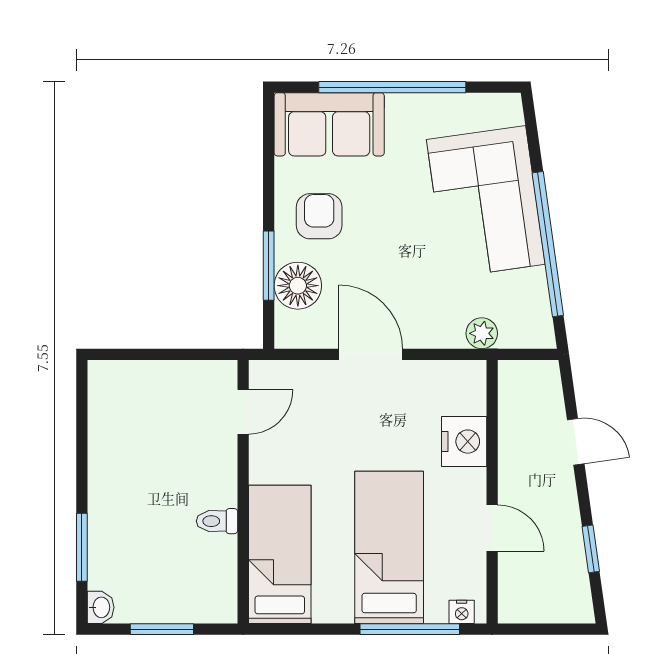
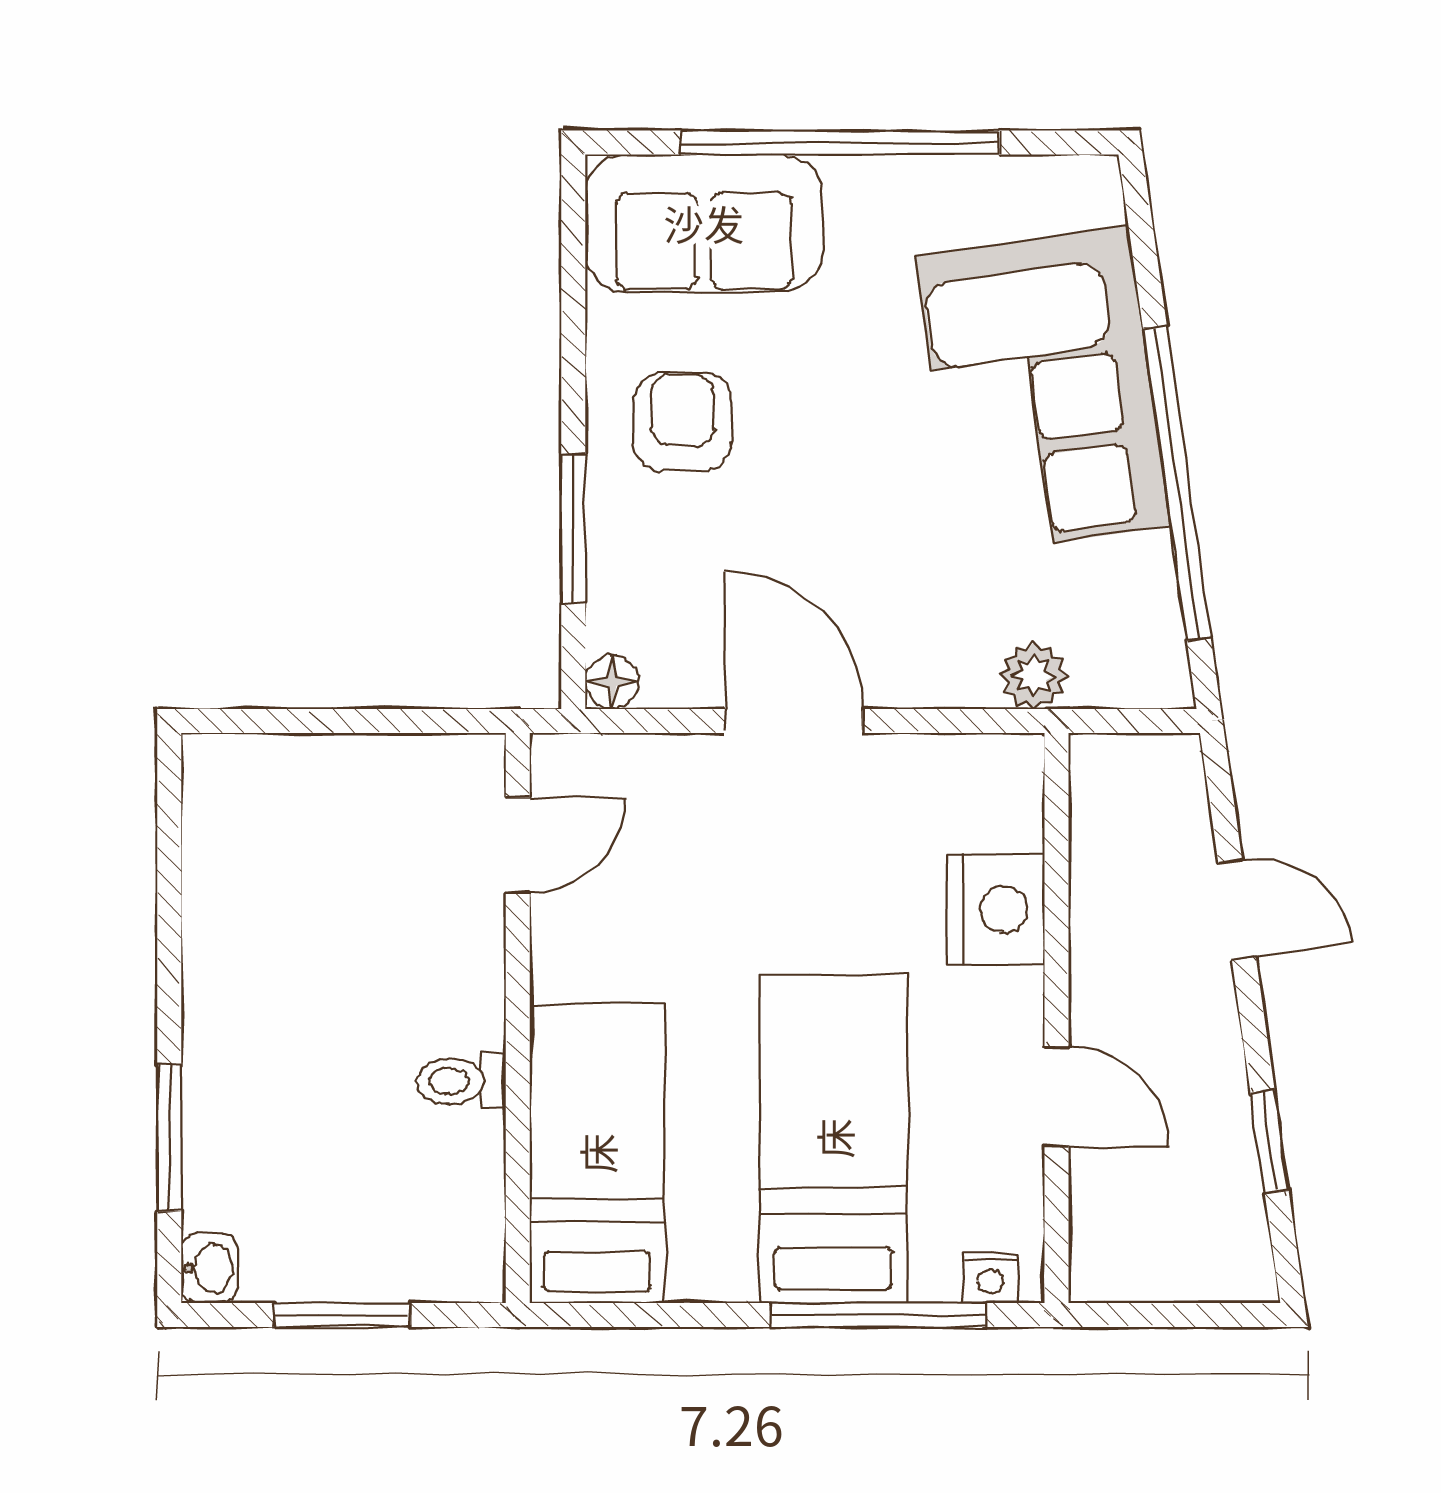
floor lamp: (298, 286) -> (612, 682), moved, width x0.53, depth x0.53

